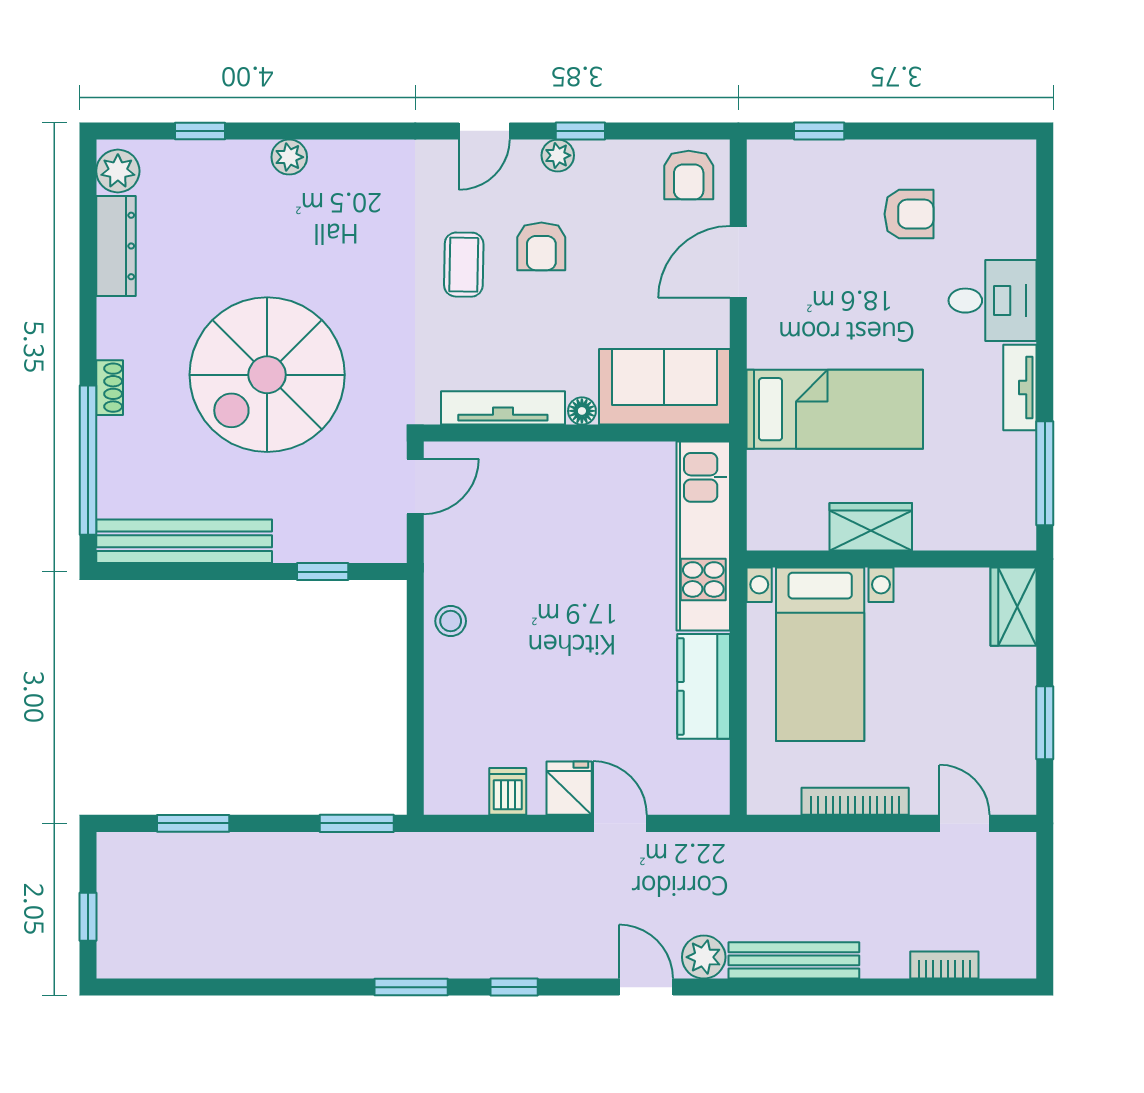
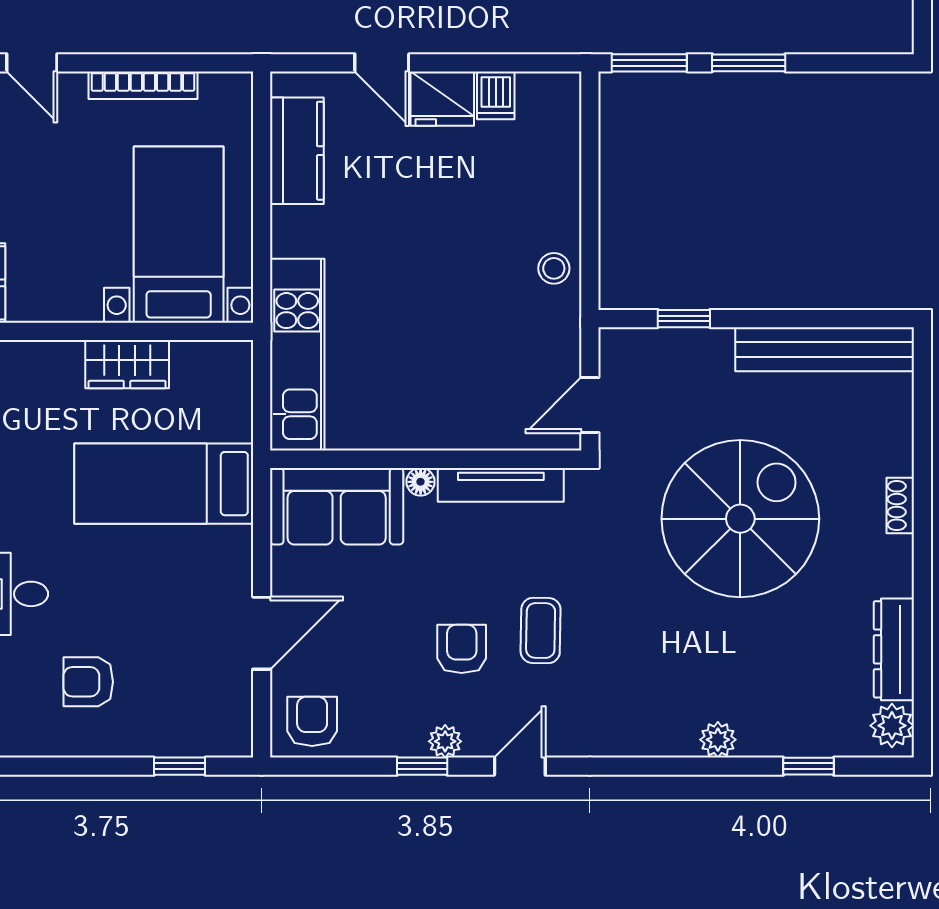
window: (88, 460) -> (922, 432), removed
kitchen counter: (704, 686) -> (297, 151), moved
fridge: (569, 788) -> (442, 99), width x1.38
window: (193, 823) -> (749, 63), moved

